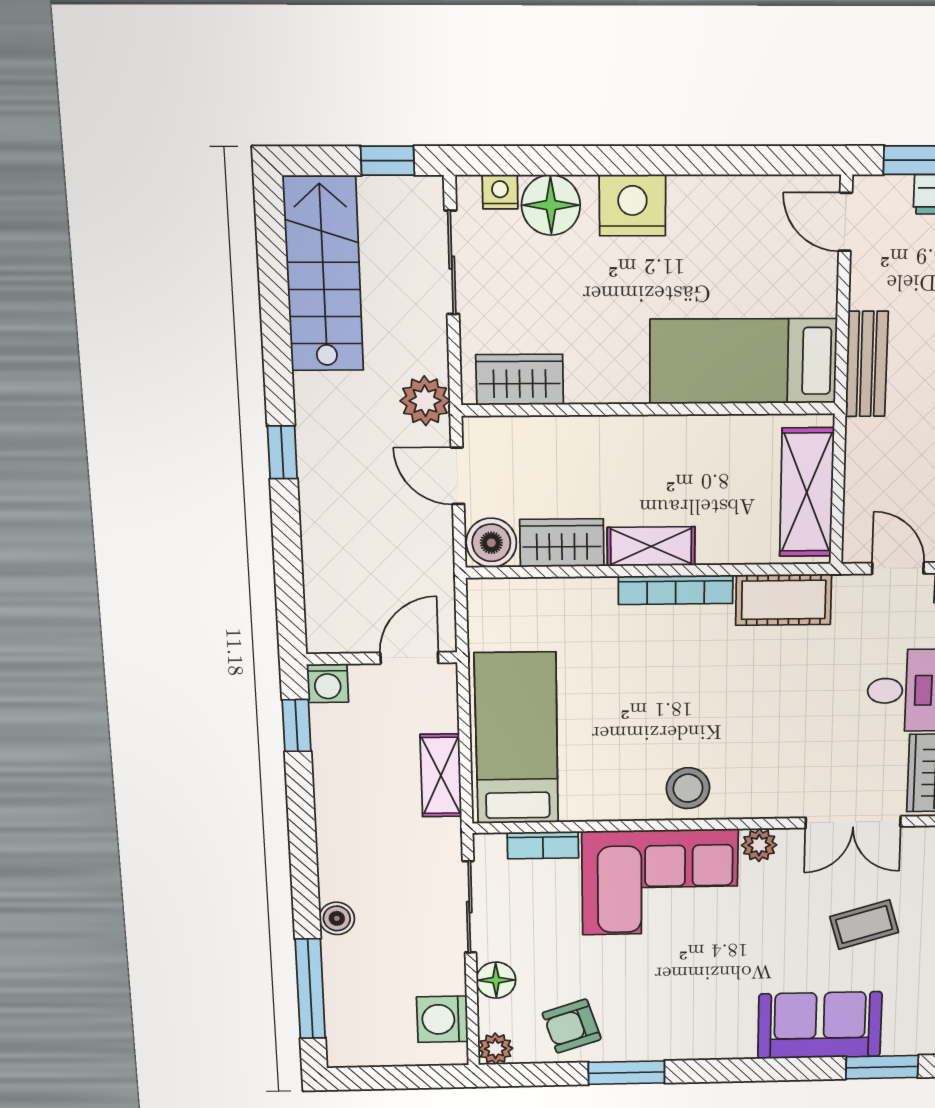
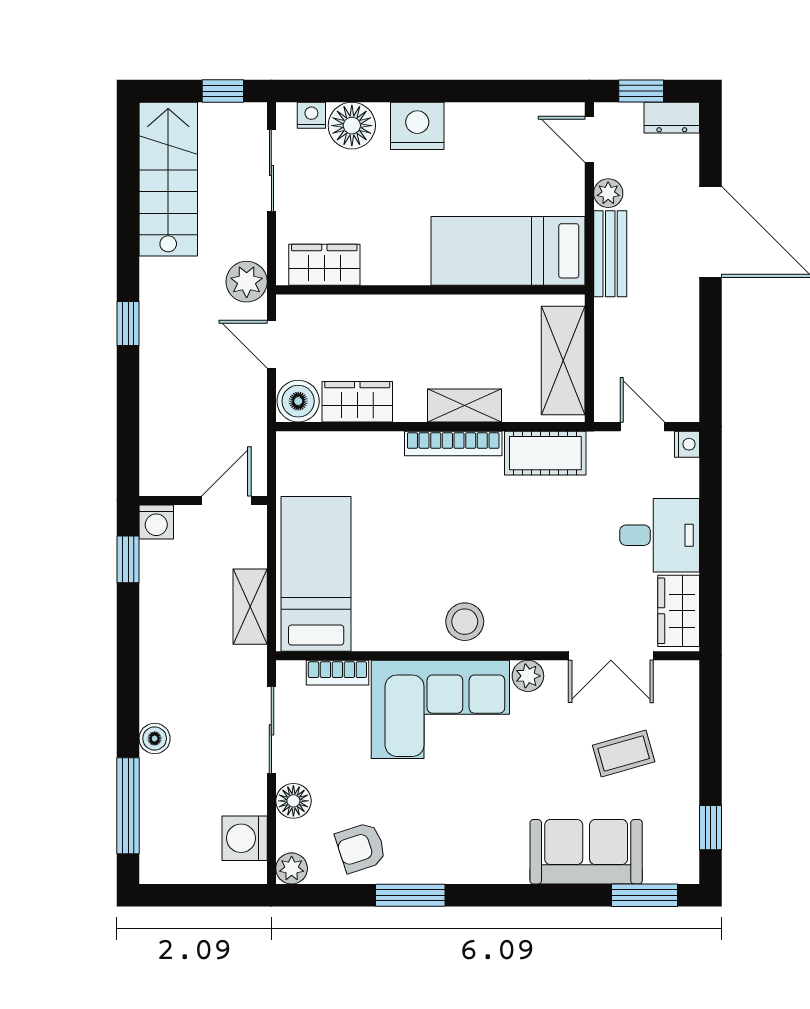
plant: (867, 289) -> (608, 193), added
shelving: (651, 546) -> (465, 406), moved

